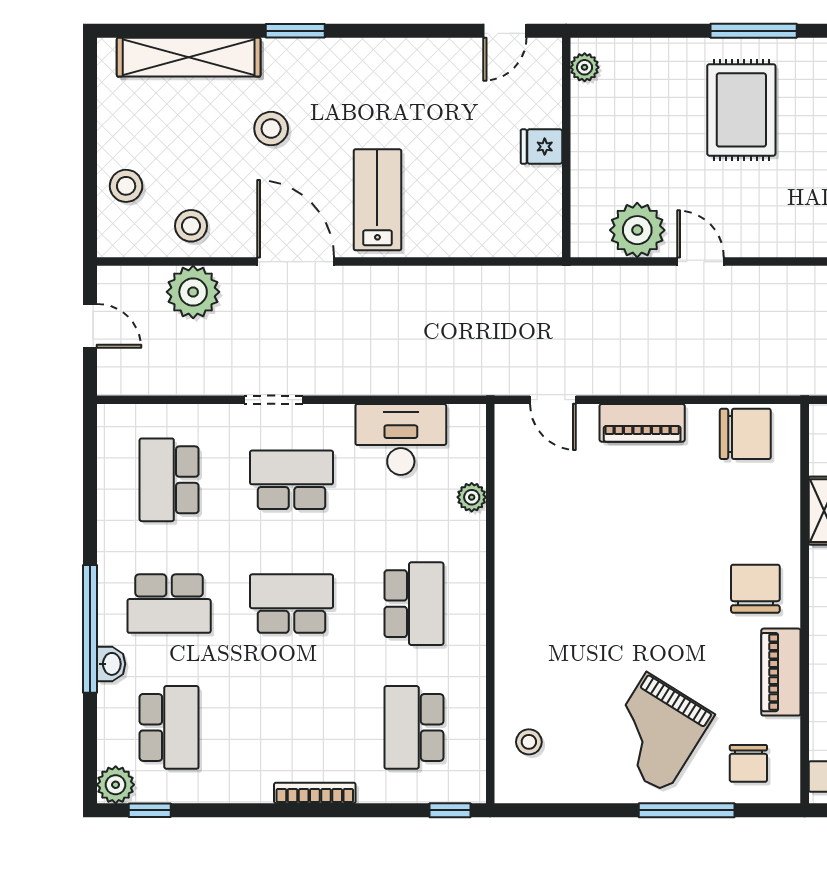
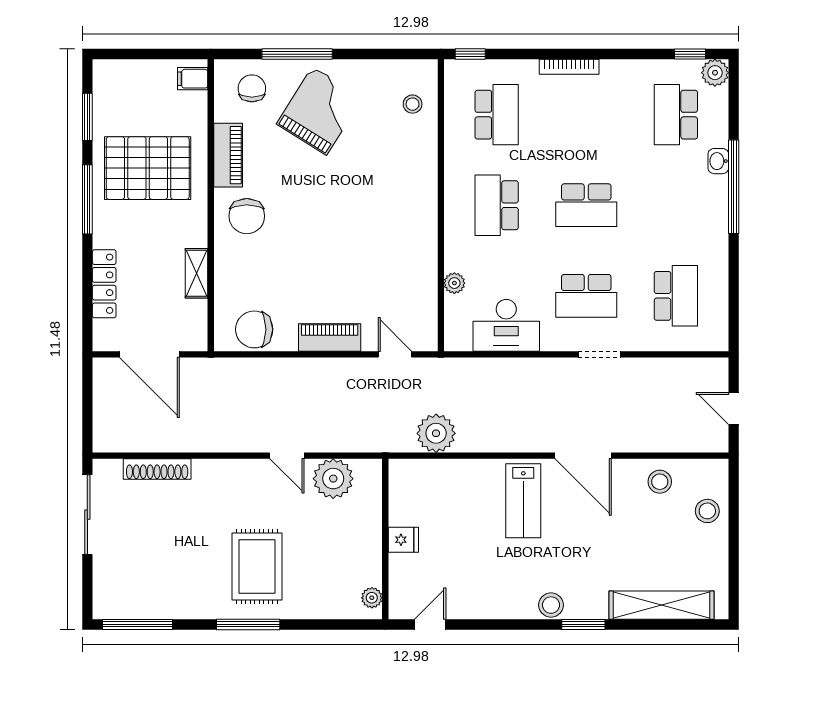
stool: (271, 129) -> (551, 605), moved
plant: (193, 292) -> (436, 433), moved
school desk: (169, 604) -> (676, 205), removed

